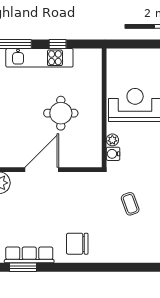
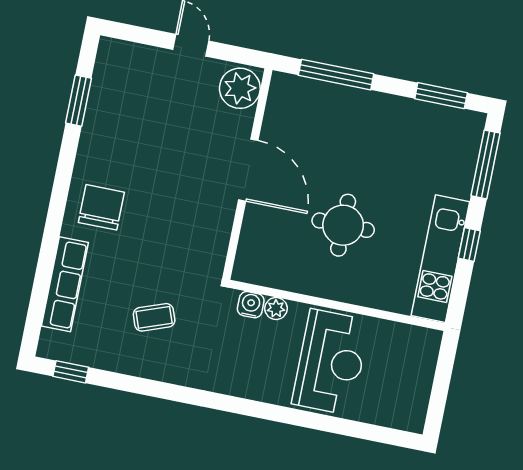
kitchen unit: (39, 58) -> (440, 259), moved
row of seats: (29, 255) -> (65, 284), moved

